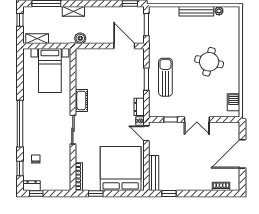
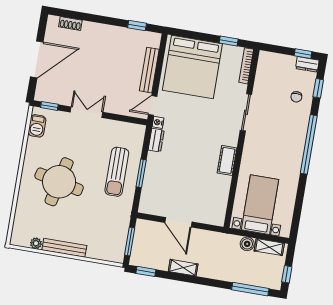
shelving: (73, 11) -> (183, 268), moved
boiler: (80, 38) -> (247, 244), moved
door: (124, 46) -> (178, 222), moved
round table: (209, 62) -> (59, 182), width x1.36, depth x1.36
window: (171, 119) -> (49, 106), moved
sliding door: (73, 130) -> (246, 112), moved
door: (146, 133) -> (153, 106), swing flipped
bench: (154, 173) -> (149, 70), moved

